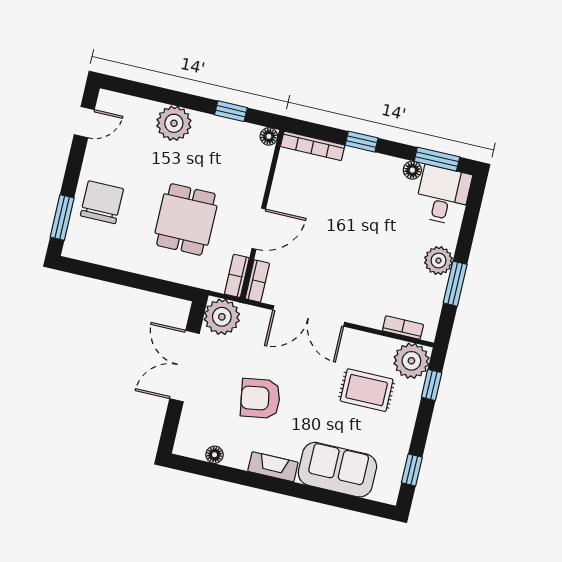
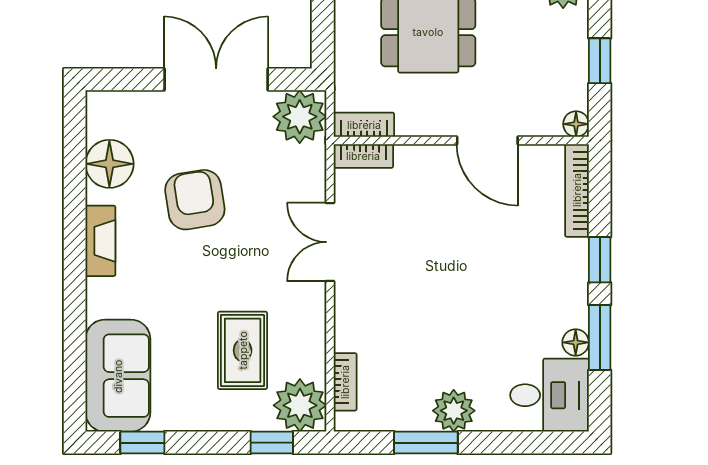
window: (437, 159) -> (600, 337), moved
door: (259, 229) -> (487, 140), moved
double door: (309, 316) -> (330, 242), width x0.73
floor lamp: (215, 455) -> (109, 164), width x1.89, depth x1.89
sofa: (337, 470) -> (118, 376), moved

